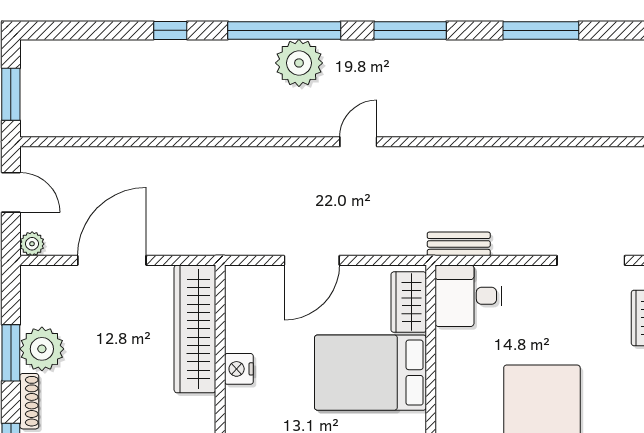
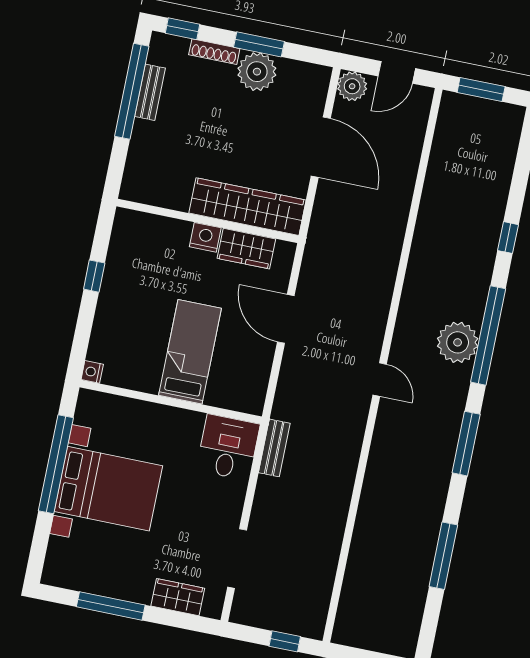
plant: (32, 244) -> (352, 86), width x1.38, depth x1.38
wardrobe: (409, 302) -> (246, 249), moved, turned 180
bed: (370, 373) -> (190, 352), width x0.67

